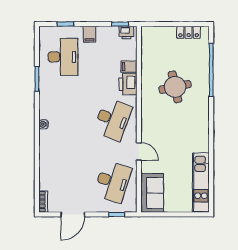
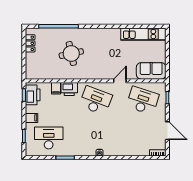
printer: (126, 32) -> (33, 95), width x1.87, depth x1.48

